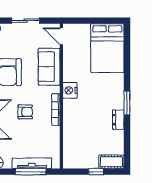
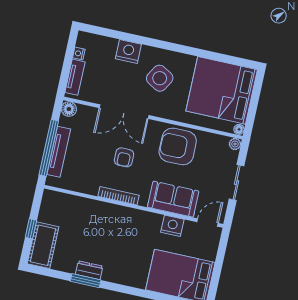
nightstand: (70, 90) -> (172, 226), moved
window: (127, 103) -> (86, 281), moved
cot: (111, 162) -> (43, 245), width x1.37, depth x1.34
window: (31, 172) -> (49, 148), width x1.46

